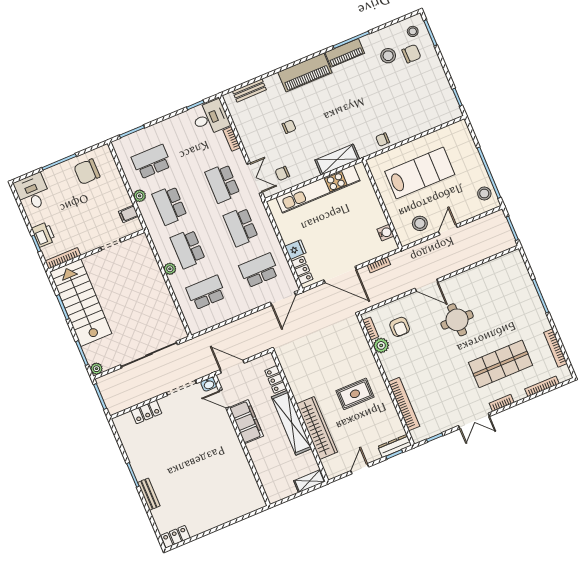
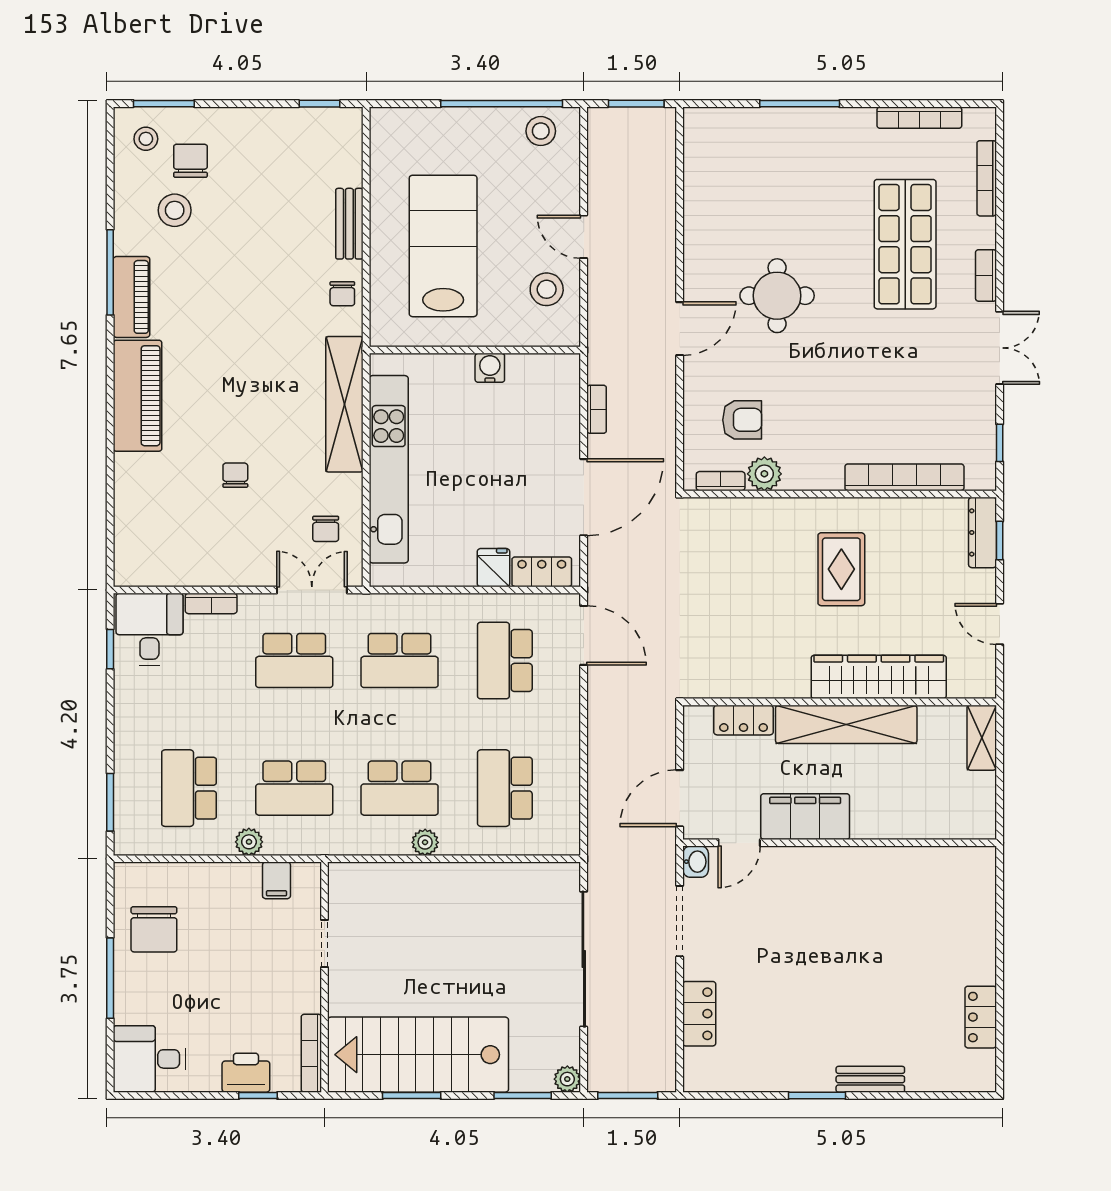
bench: (249, 91) -> (349, 224), moved
shelving: (337, 160) -> (344, 404), width x1.47
water cooler: (385, 233) -> (490, 368), moved
locker: (175, 537) -> (981, 1017), moved

